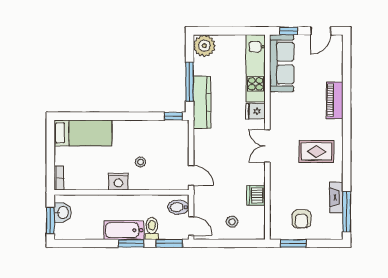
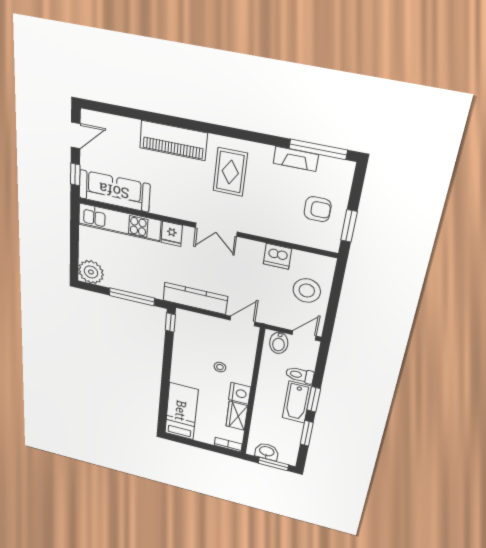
door: (321, 31) -> (76, 135), hinge flipped
piano: (335, 100) -> (173, 140), width x1.37, depth x1.33
kitchen counter: (202, 102) -> (195, 298), moved
wardrobe: (94, 182) -> (237, 416), added
stool: (232, 222) -> (307, 291), width x1.89, depth x1.89
window: (169, 243) -> (307, 433), moved

